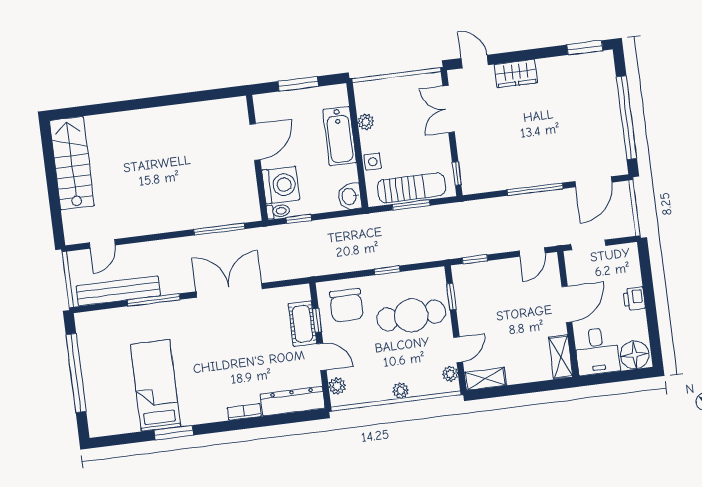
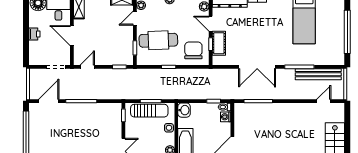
washing machine: (281, 185) -> (226, 117), width x0.53, depth x0.53
sun lounger: (412, 188) -> (149, 111), turned 180
door: (567, 304) -> (72, 36), hinge flipped

